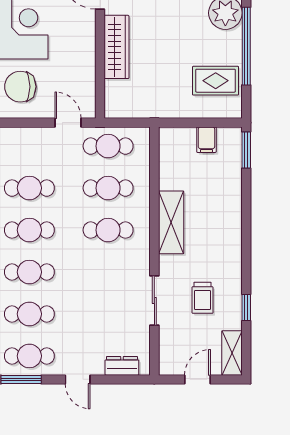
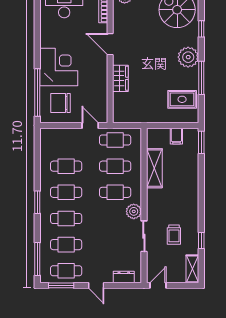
window: (246, 46) -> (201, 78), width x0.68
wardrobe: (116, 47) -> (120, 78), width x0.67
shelving: (171, 222) -> (154, 168), moved
plant: (138, 261) -> (134, 211), added
door: (198, 379) -> (158, 285), moved

